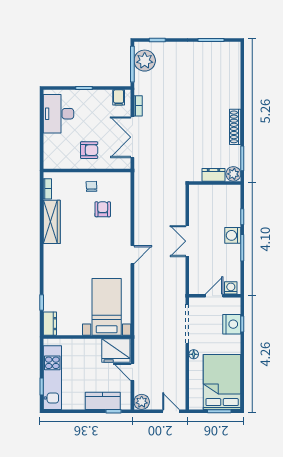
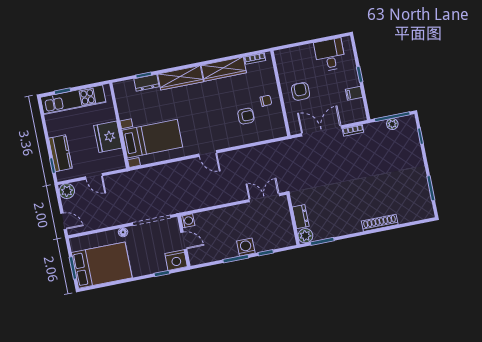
plant: (145, 61) -> (392, 124), width x0.53, depth x0.53
filing cabinet: (119, 97) -> (354, 93), moved
desk: (58, 114) -> (330, 55), width x0.73
shoe rack: (235, 127) -> (380, 223), moved
armchair: (89, 150) -> (301, 91), turned 180
double door: (187, 241) -> (264, 198), moved
wardrobe: (52, 267) -> (180, 78), added
washing machine: (231, 288) -> (188, 221), moved
dresser: (50, 324) -> (147, 83), moved
nightstand: (232, 324) -> (176, 260), moved
fridge: (116, 350) -> (108, 137), moved
door: (132, 372) -> (94, 176), swing flipped
door: (171, 411) -> (64, 221), hinge flipped

